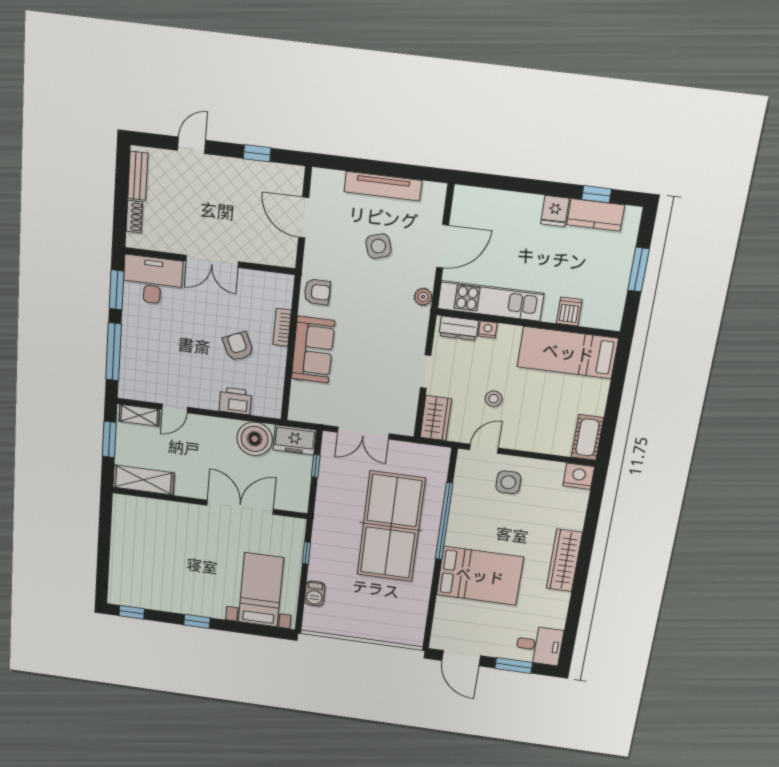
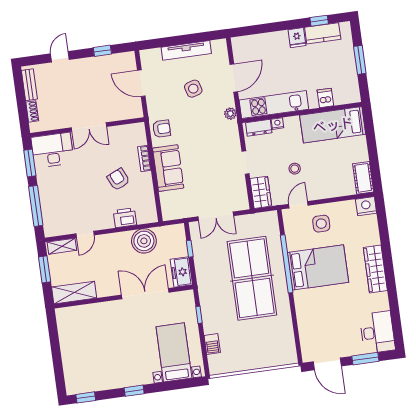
freezer: (295, 440) -> (181, 272), moved, turned 90
bed: (480, 576) -> (318, 267), moved
desk: (539, 645) -> (377, 332), width x1.37

